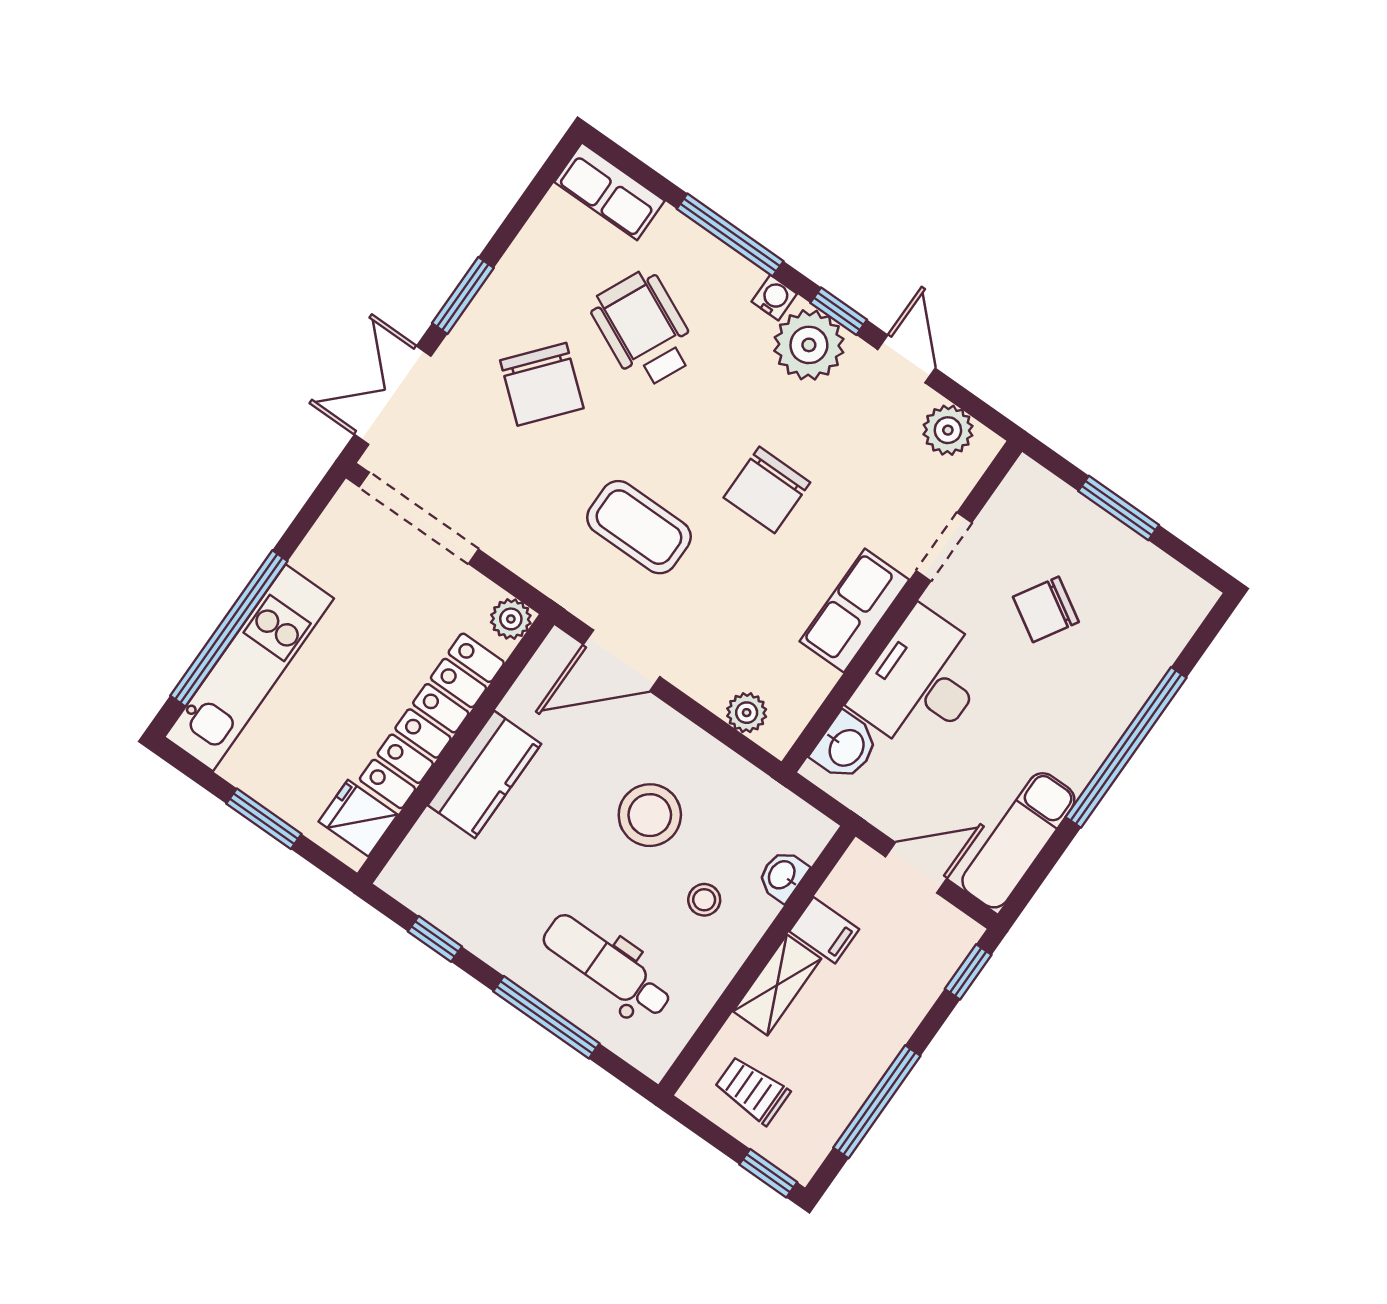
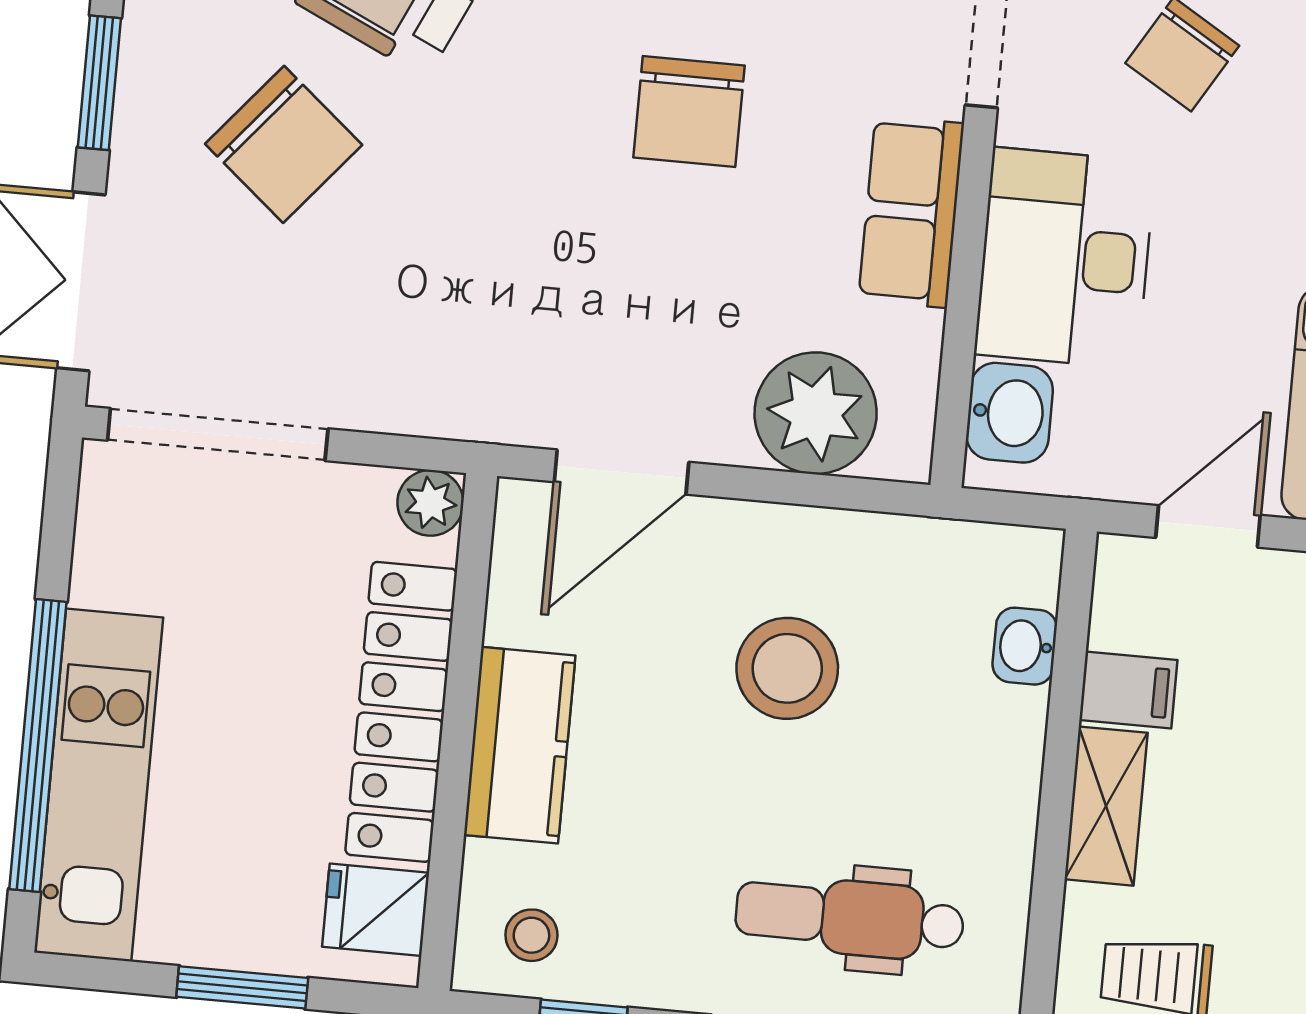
coffee table: (639, 527) -> (538, 268), removed
plant: (747, 713) -> (816, 413), width x1.88, depth x1.88
stool: (704, 900) -> (531, 935), moved

